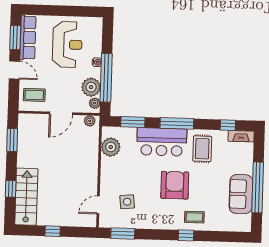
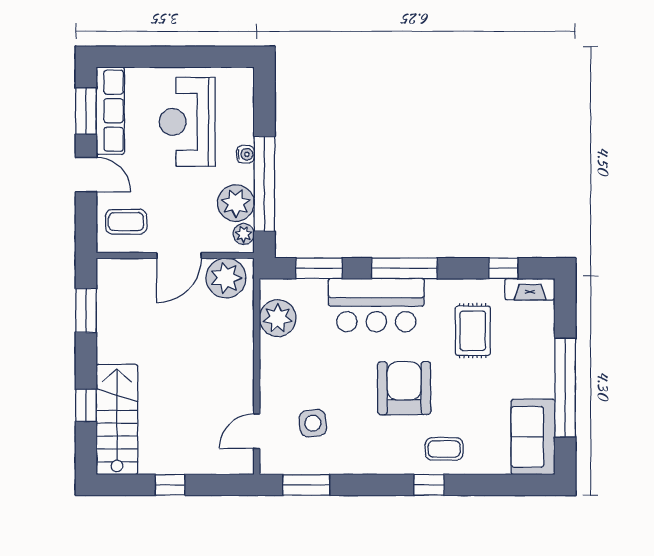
reception desk: (67, 45) -> (187, 122), turned 180
plant: (90, 121) -> (226, 278), width x1.88, depth x1.88
rug: (202, 149) -> (473, 331), moved
sofa: (241, 194) -> (533, 437), moved

